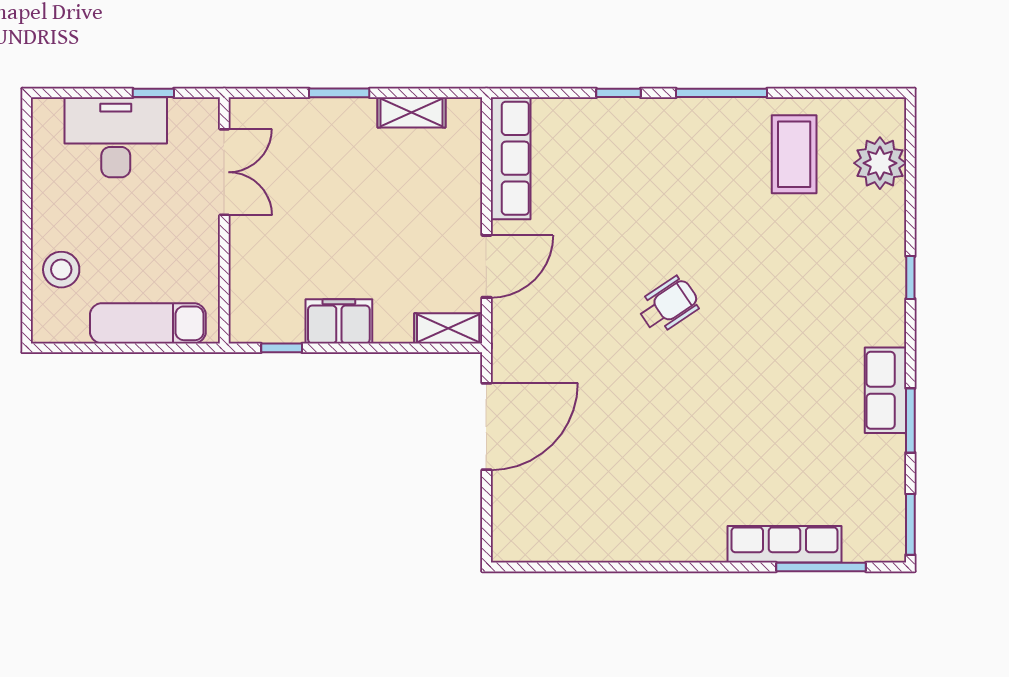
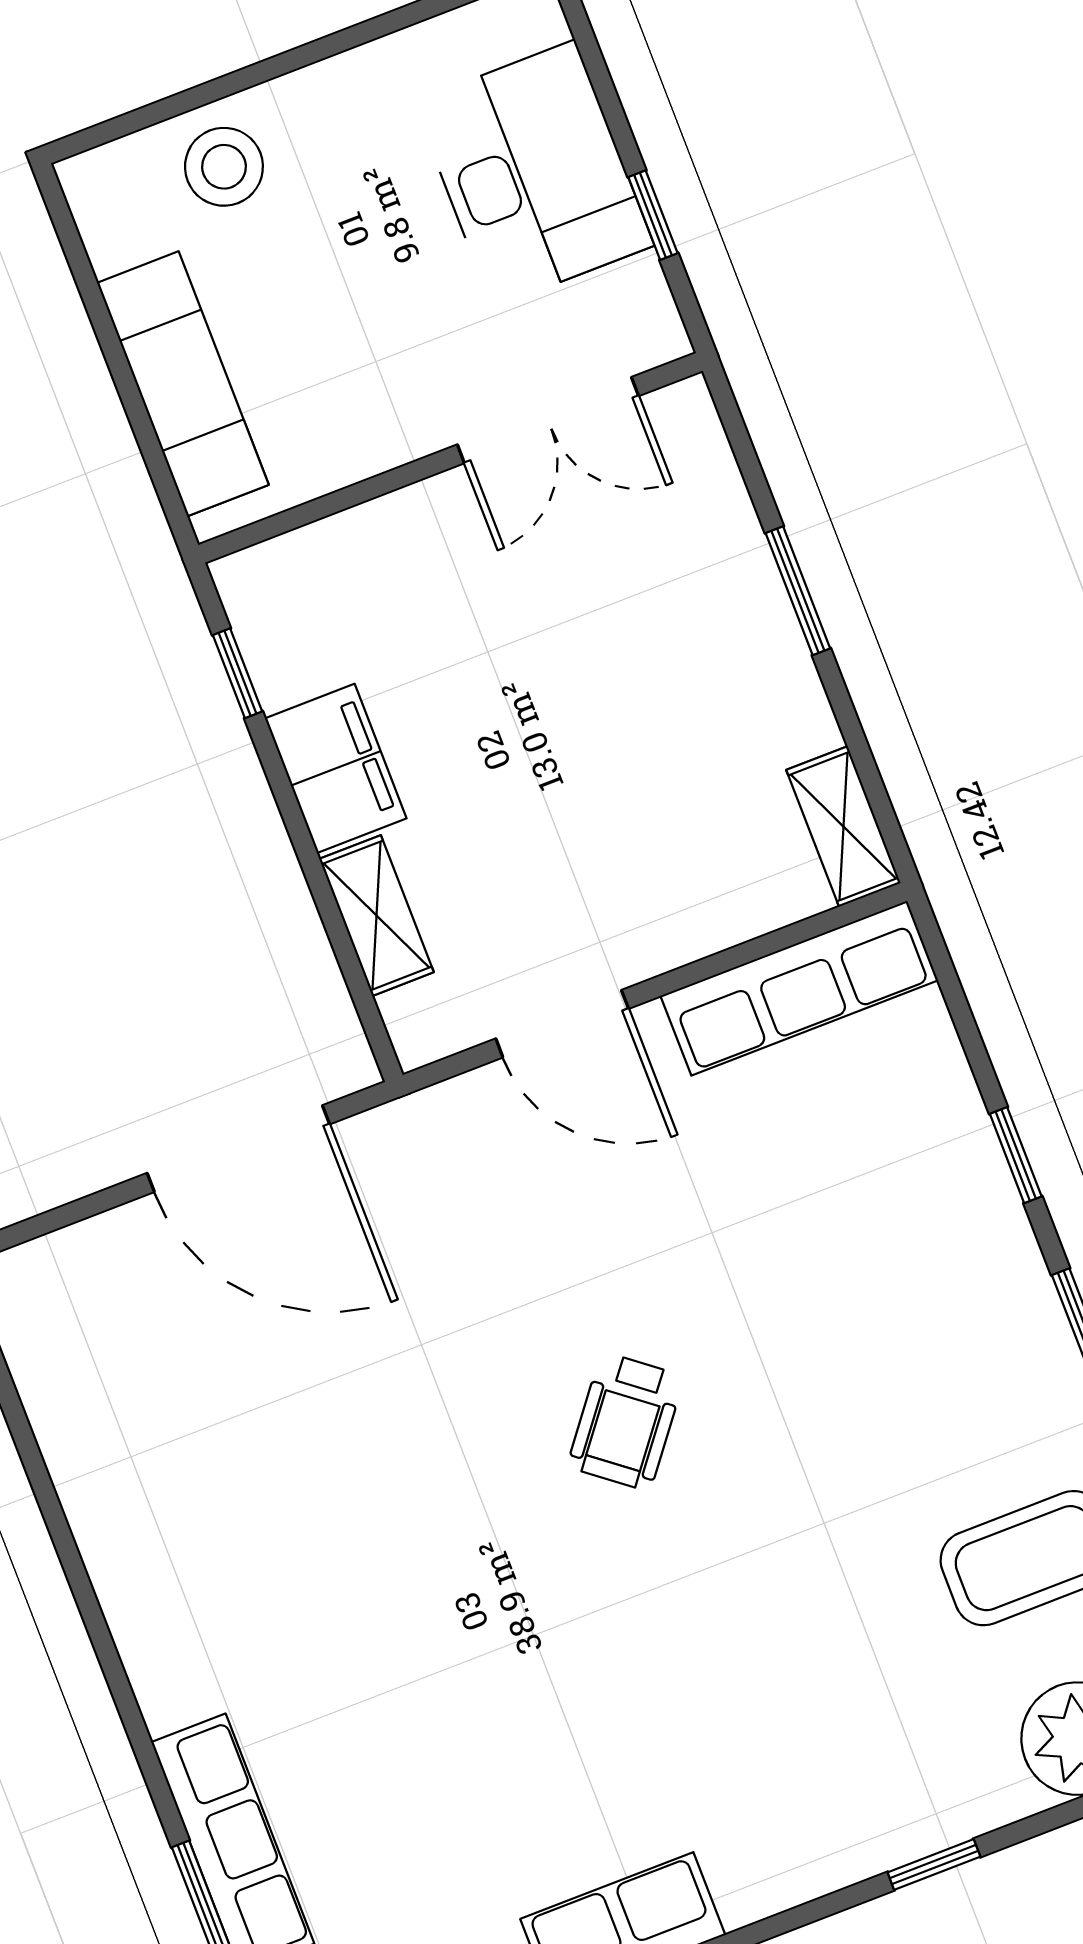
shelving: (411, 112) -> (843, 826), moved
window: (910, 278) -> (934, 1864), moved
wheelchair: (668, 305) -> (626, 1422), turned 72
shelving: (448, 328) -> (376, 916), moved

